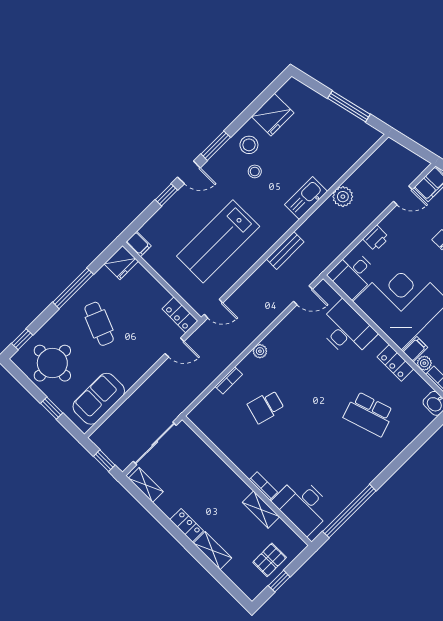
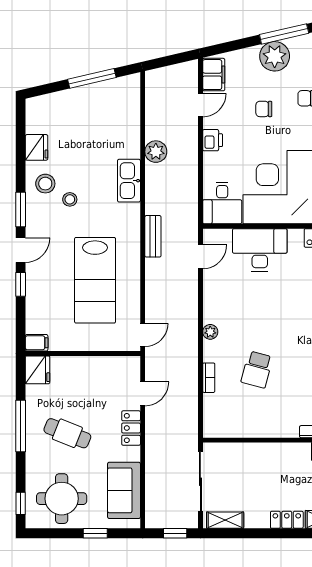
fridge: (273, 115) -> (37, 147), width x0.73, depth x0.75
printer: (376, 238) -> (213, 140), moved
locker: (180, 315) -> (131, 428), moved, turned 90

